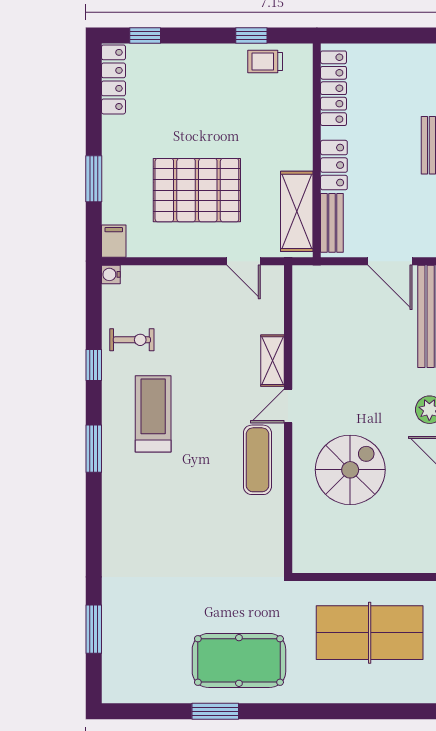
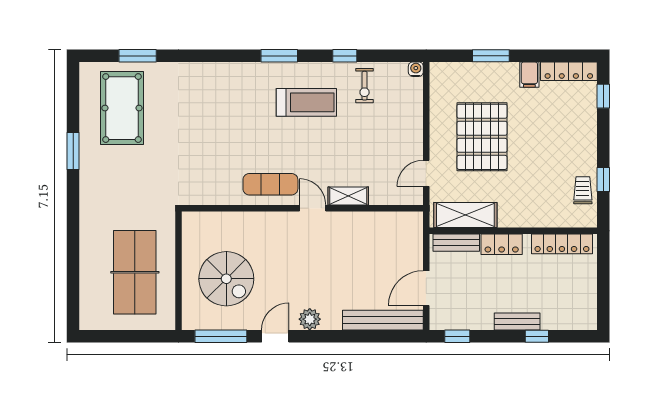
filing cabinet: (114, 241) -> (529, 75), moved, turned 90
spiral stairs: (350, 470) -> (226, 279), moved
pool table: (239, 660) -> (122, 108), moved

